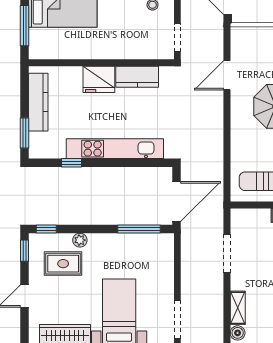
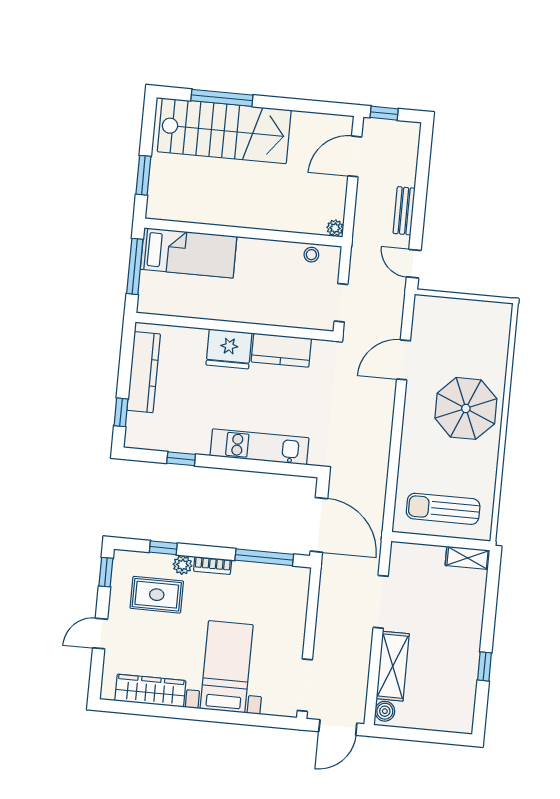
window: (24, 133) -> (121, 412), width x0.67
kitchen unit: (115, 149) -> (260, 447), width x0.73
door: (177, 202) -> (319, 525), hinge flipped
window: (46, 229) -> (163, 548), moved
bookcase: (102, 238) -> (213, 566), added
shelving: (238, 308) -> (393, 666), width x1.50, depth x1.33

